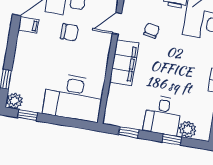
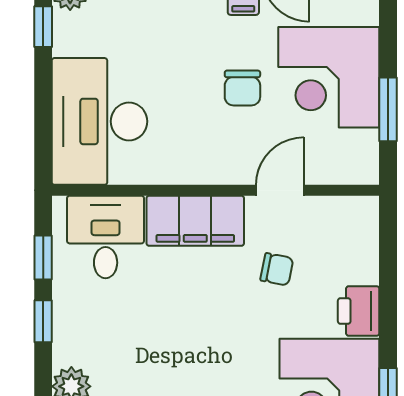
door: (117, 23) -> (280, 190), hinge flipped
desk: (163, 115) -> (106, 237), moved, turned 90
window: (172, 140) -> (43, 321), moved

